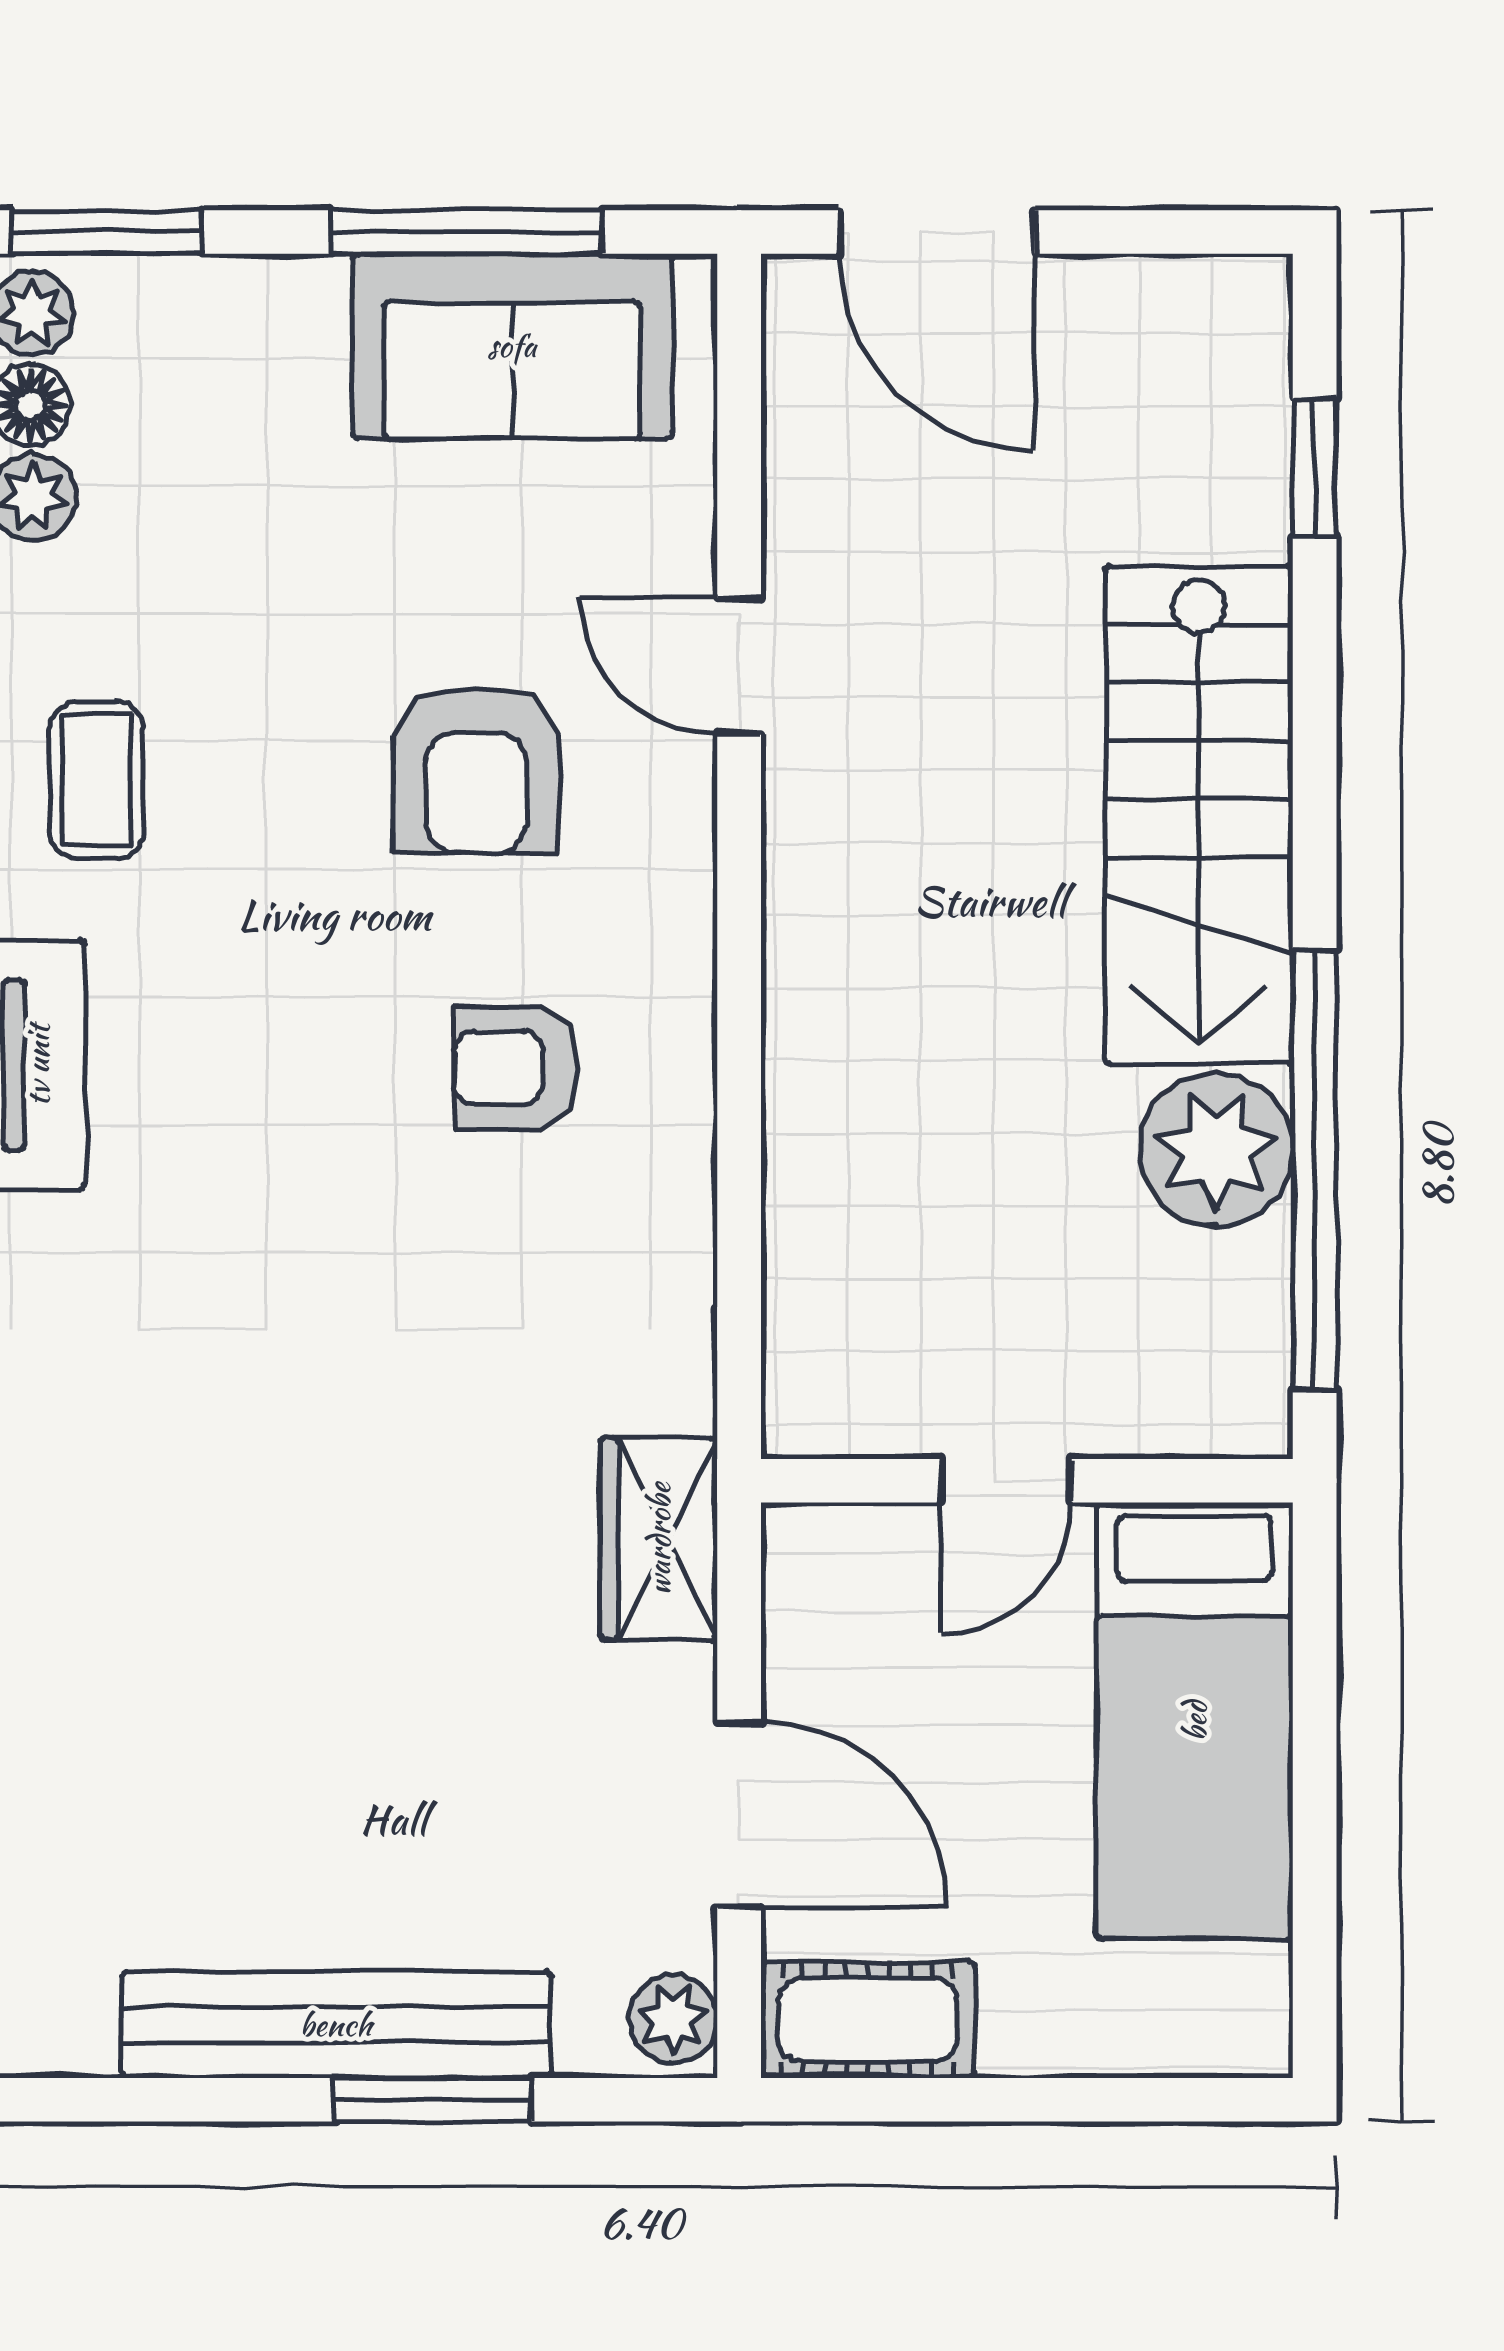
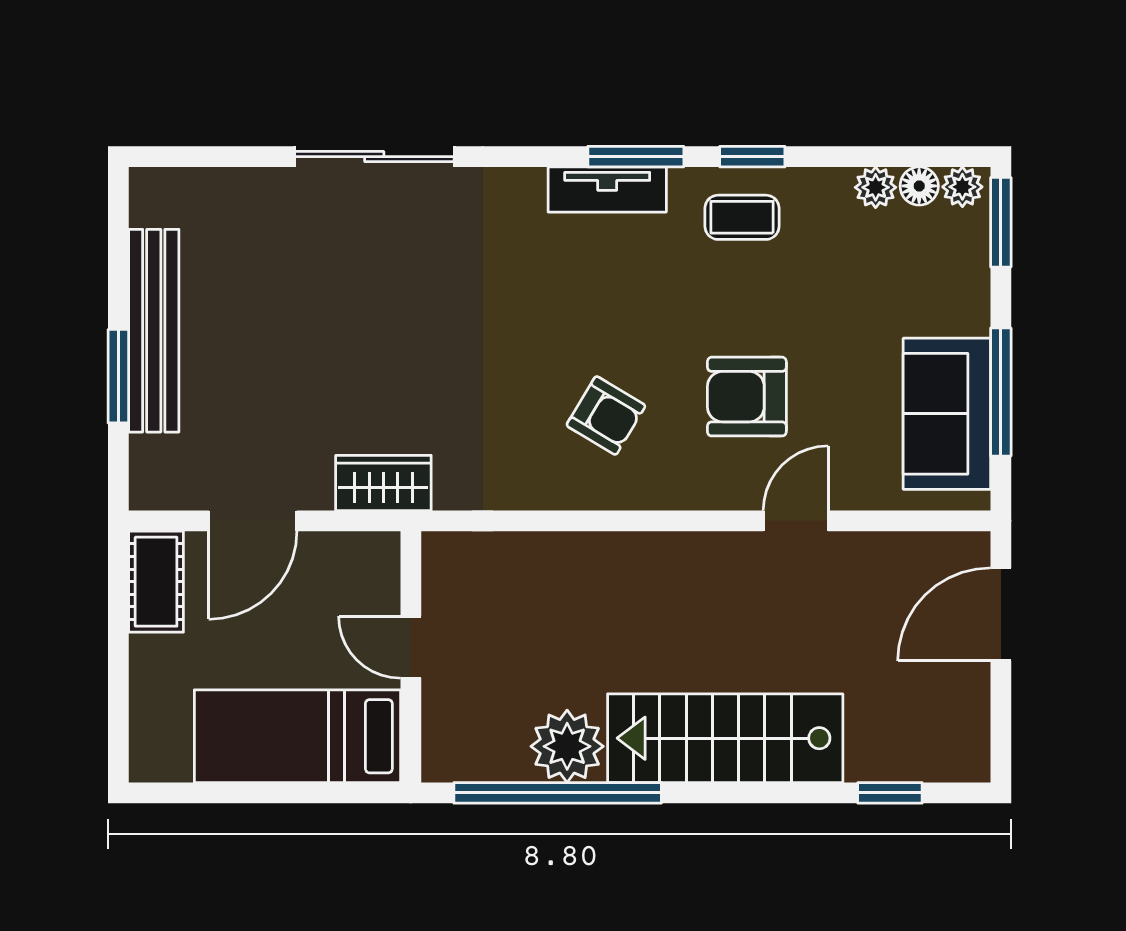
armchair: (516, 1068) -> (606, 415), turned 121
plant: (673, 2019) -> (156, 490), removed

